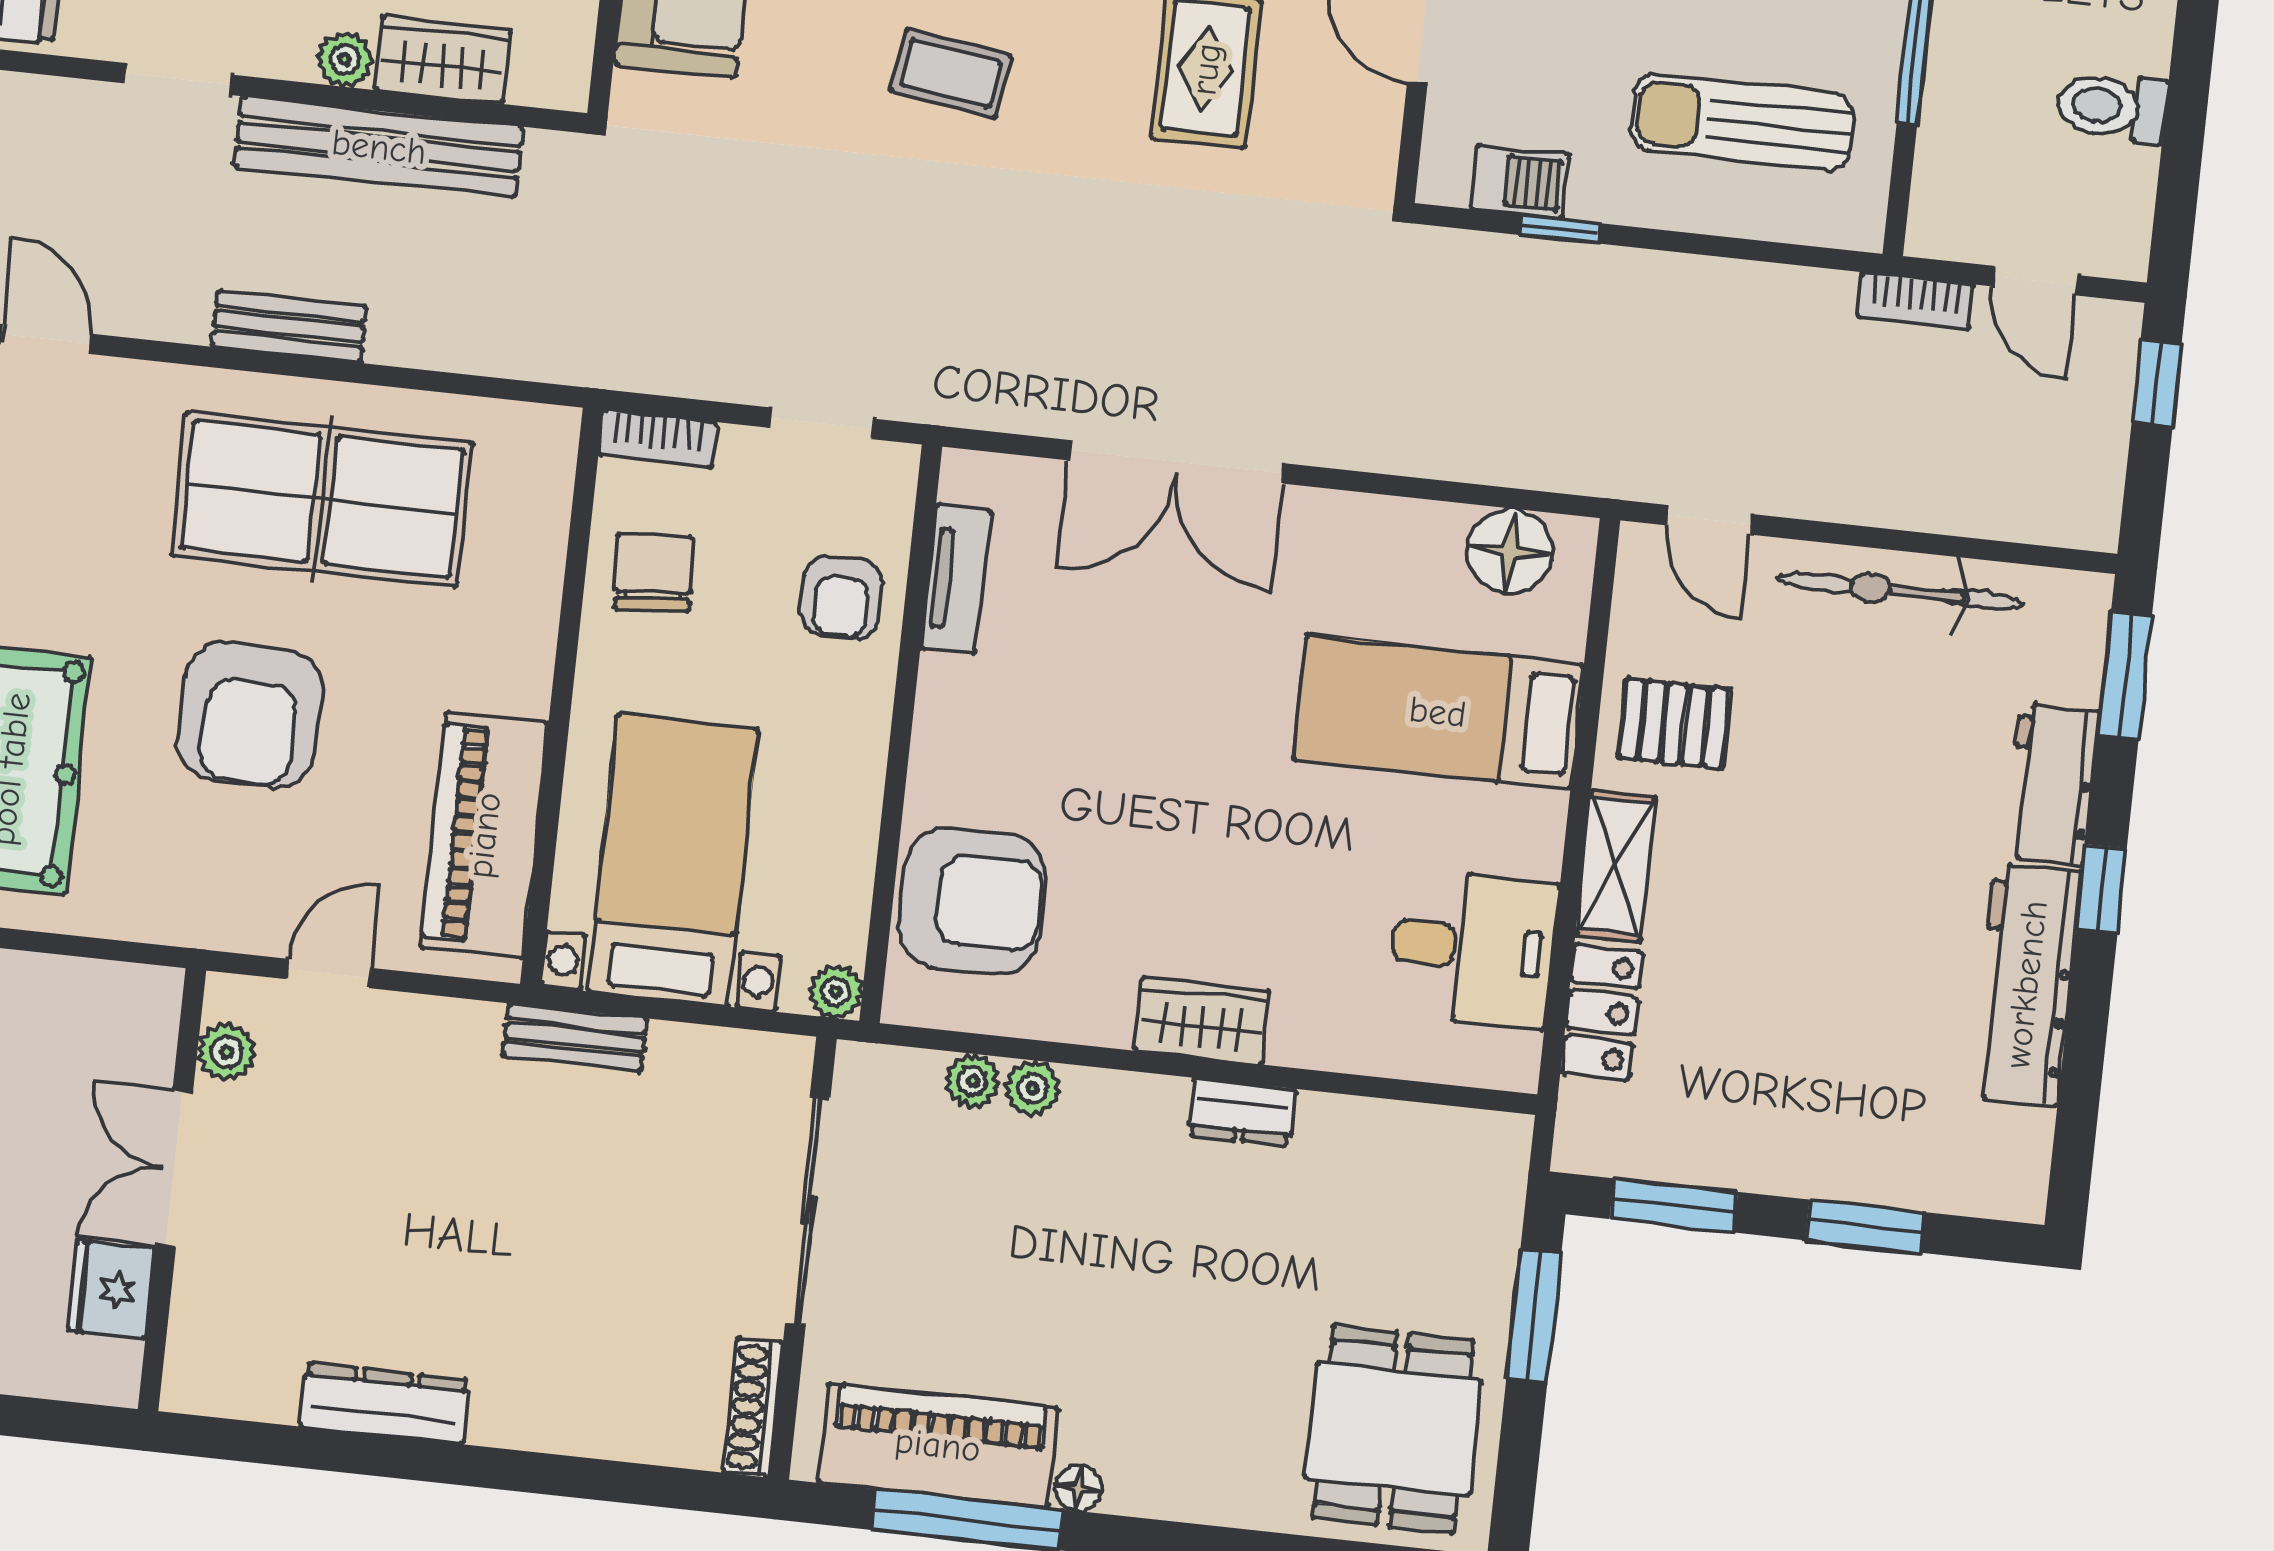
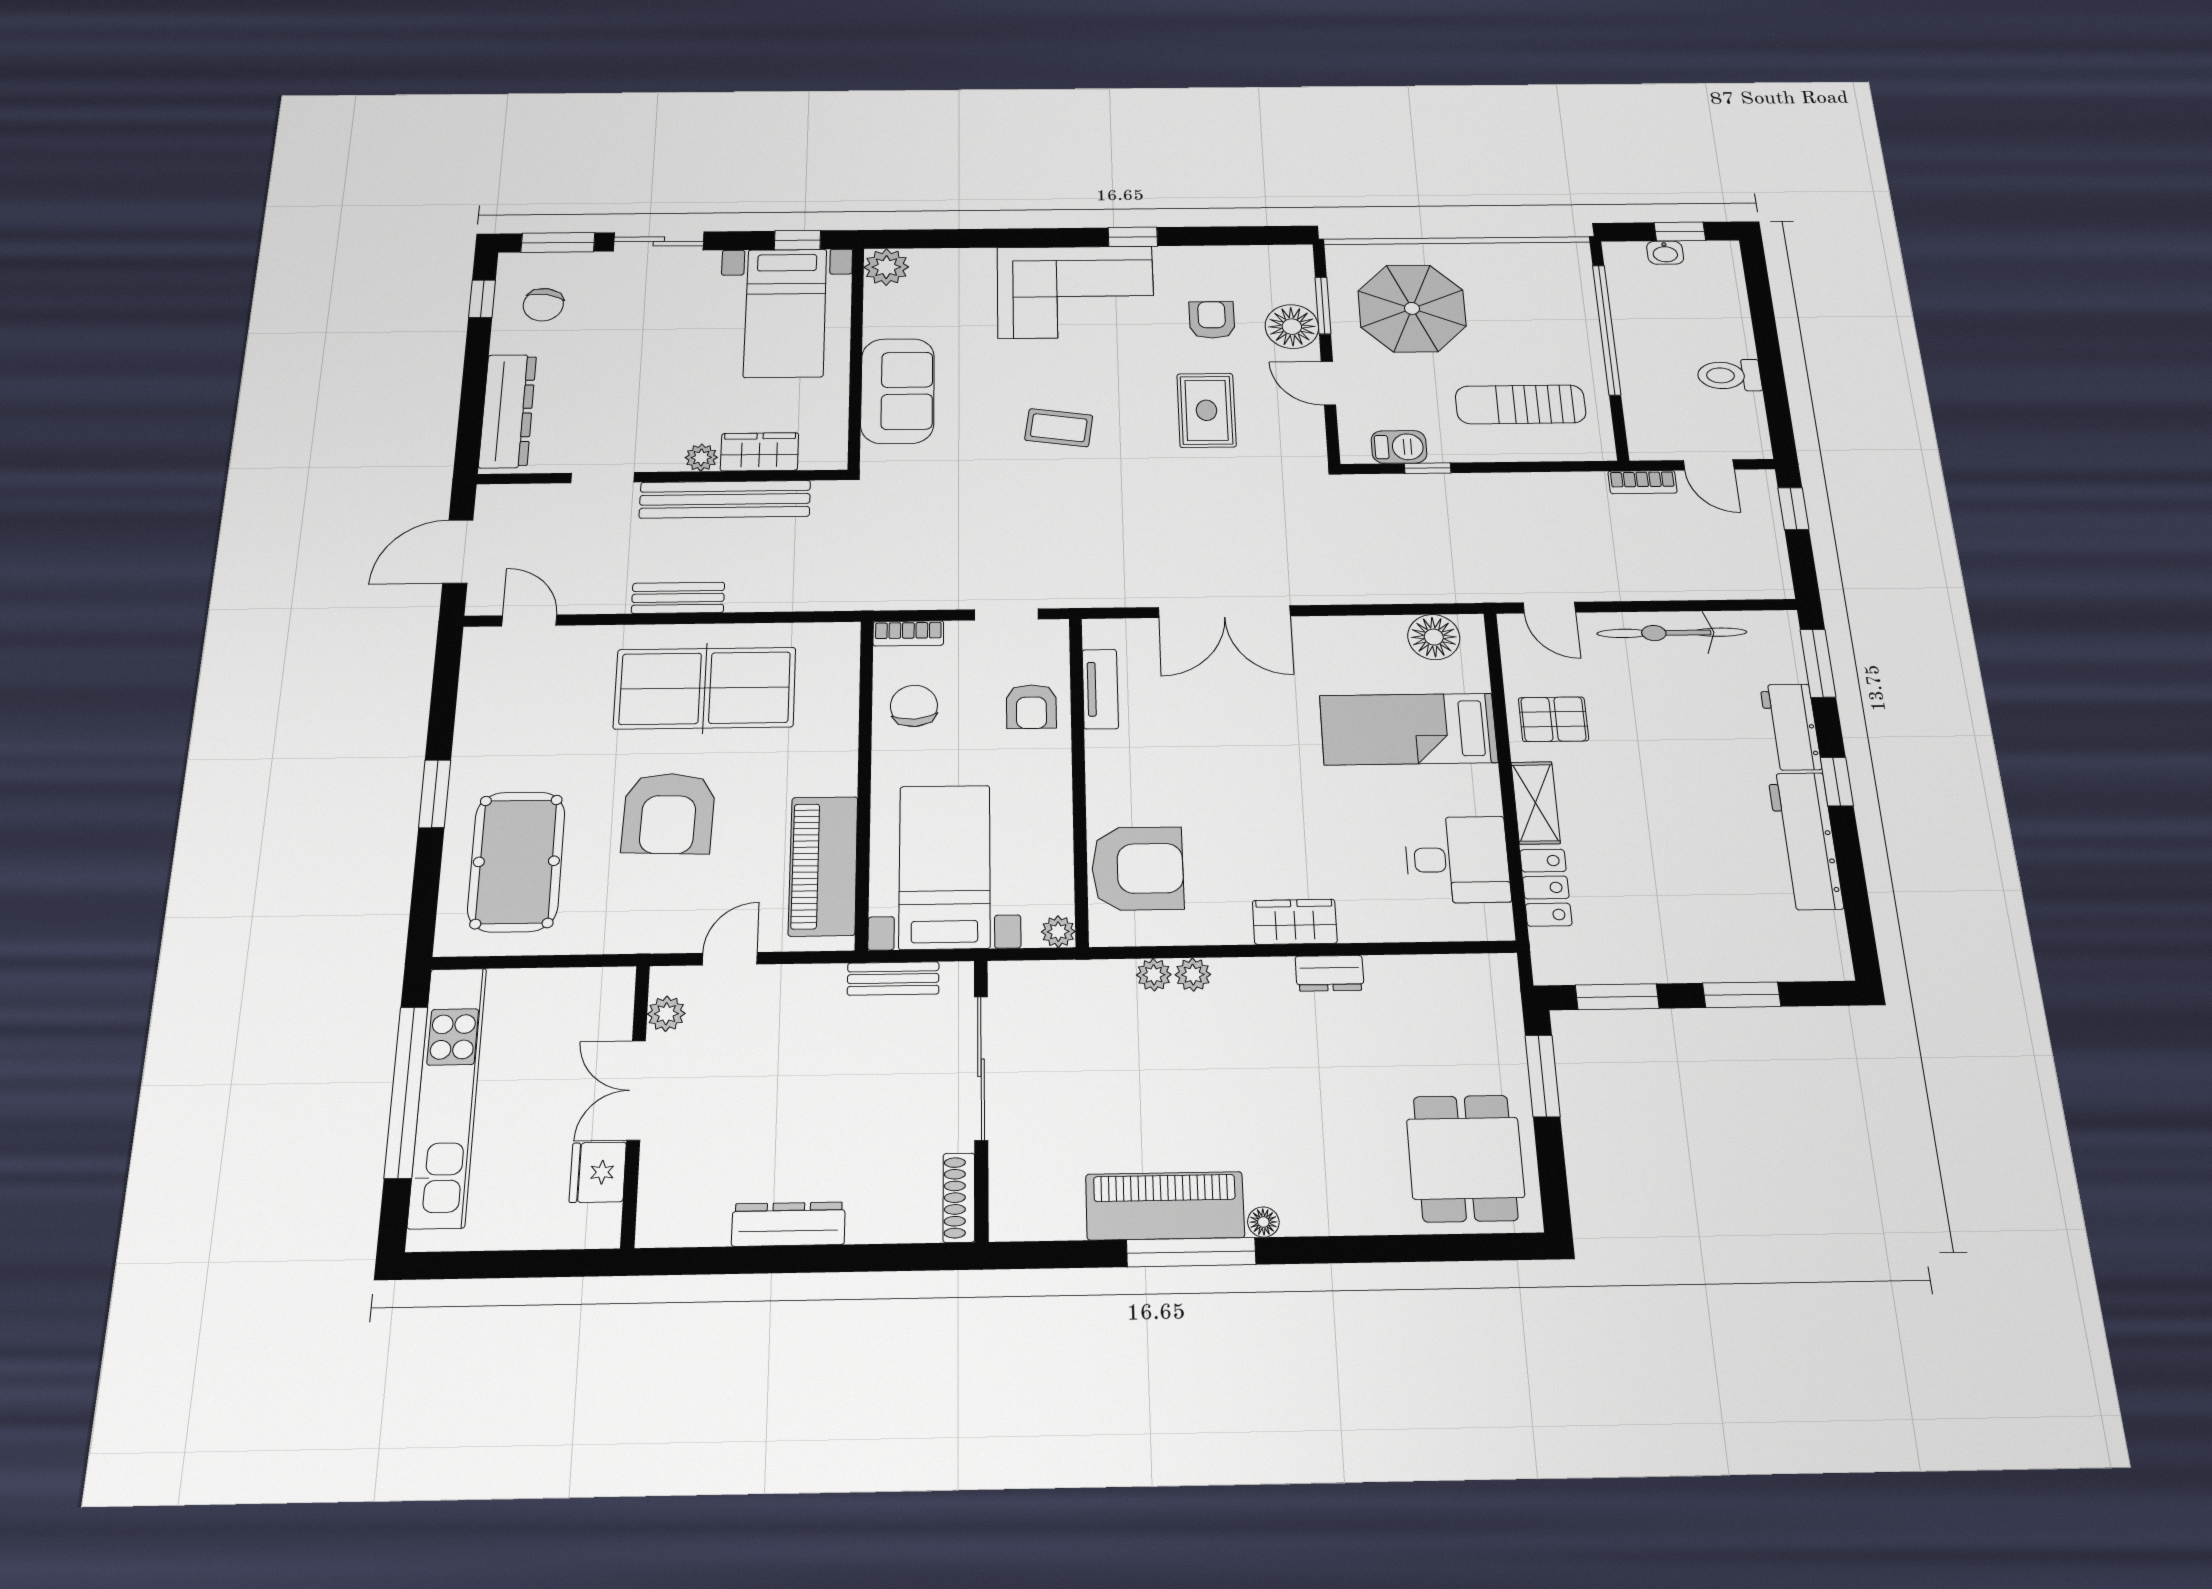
sliding door: (808, 1210) -> (981, 1068), moved
wall: (803, 1258) -> (981, 1098), moved
shoe rack: (753, 1407) -> (959, 1198), moved

